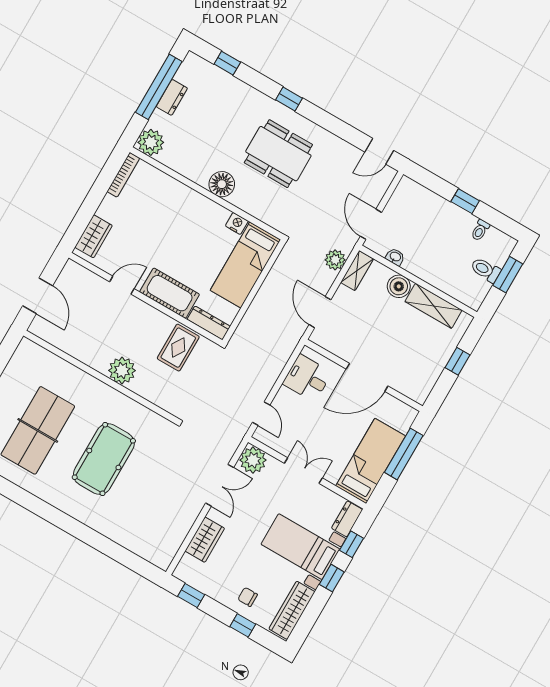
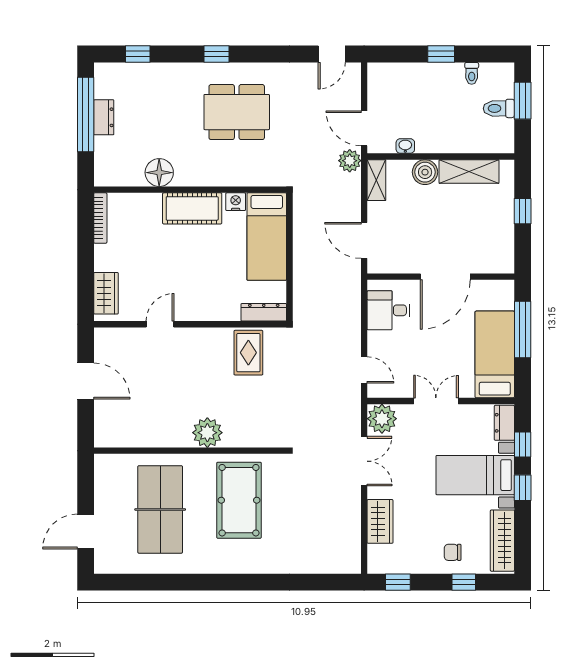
plant: (151, 142) -> (109, 172), removed
floor lamp: (222, 184) -> (159, 173), moved
plant: (335, 260) -> (350, 161), moved
cot: (170, 293) -> (192, 208), moved
plant: (122, 370) -> (207, 433), moved
wall: (100, 377) -> (190, 451), moved

